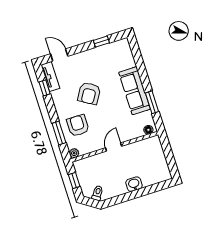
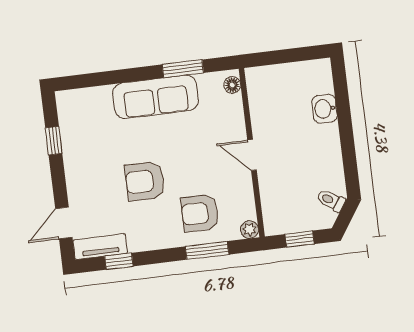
armchair: (89, 93) -> (145, 181), turned 149
washbasin: (134, 184) -> (324, 109), moved

